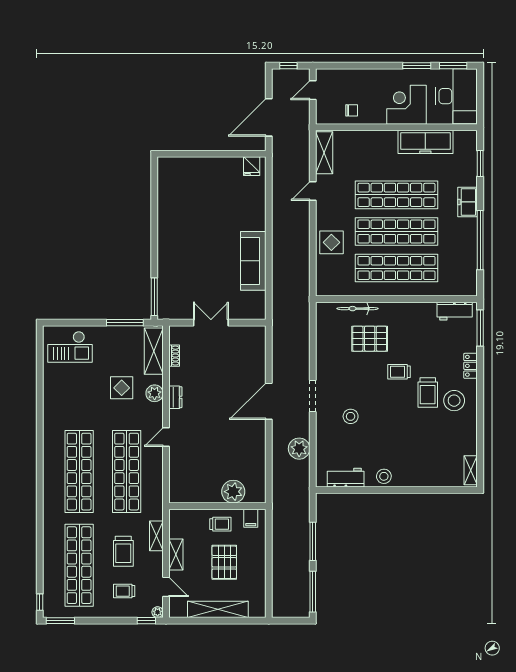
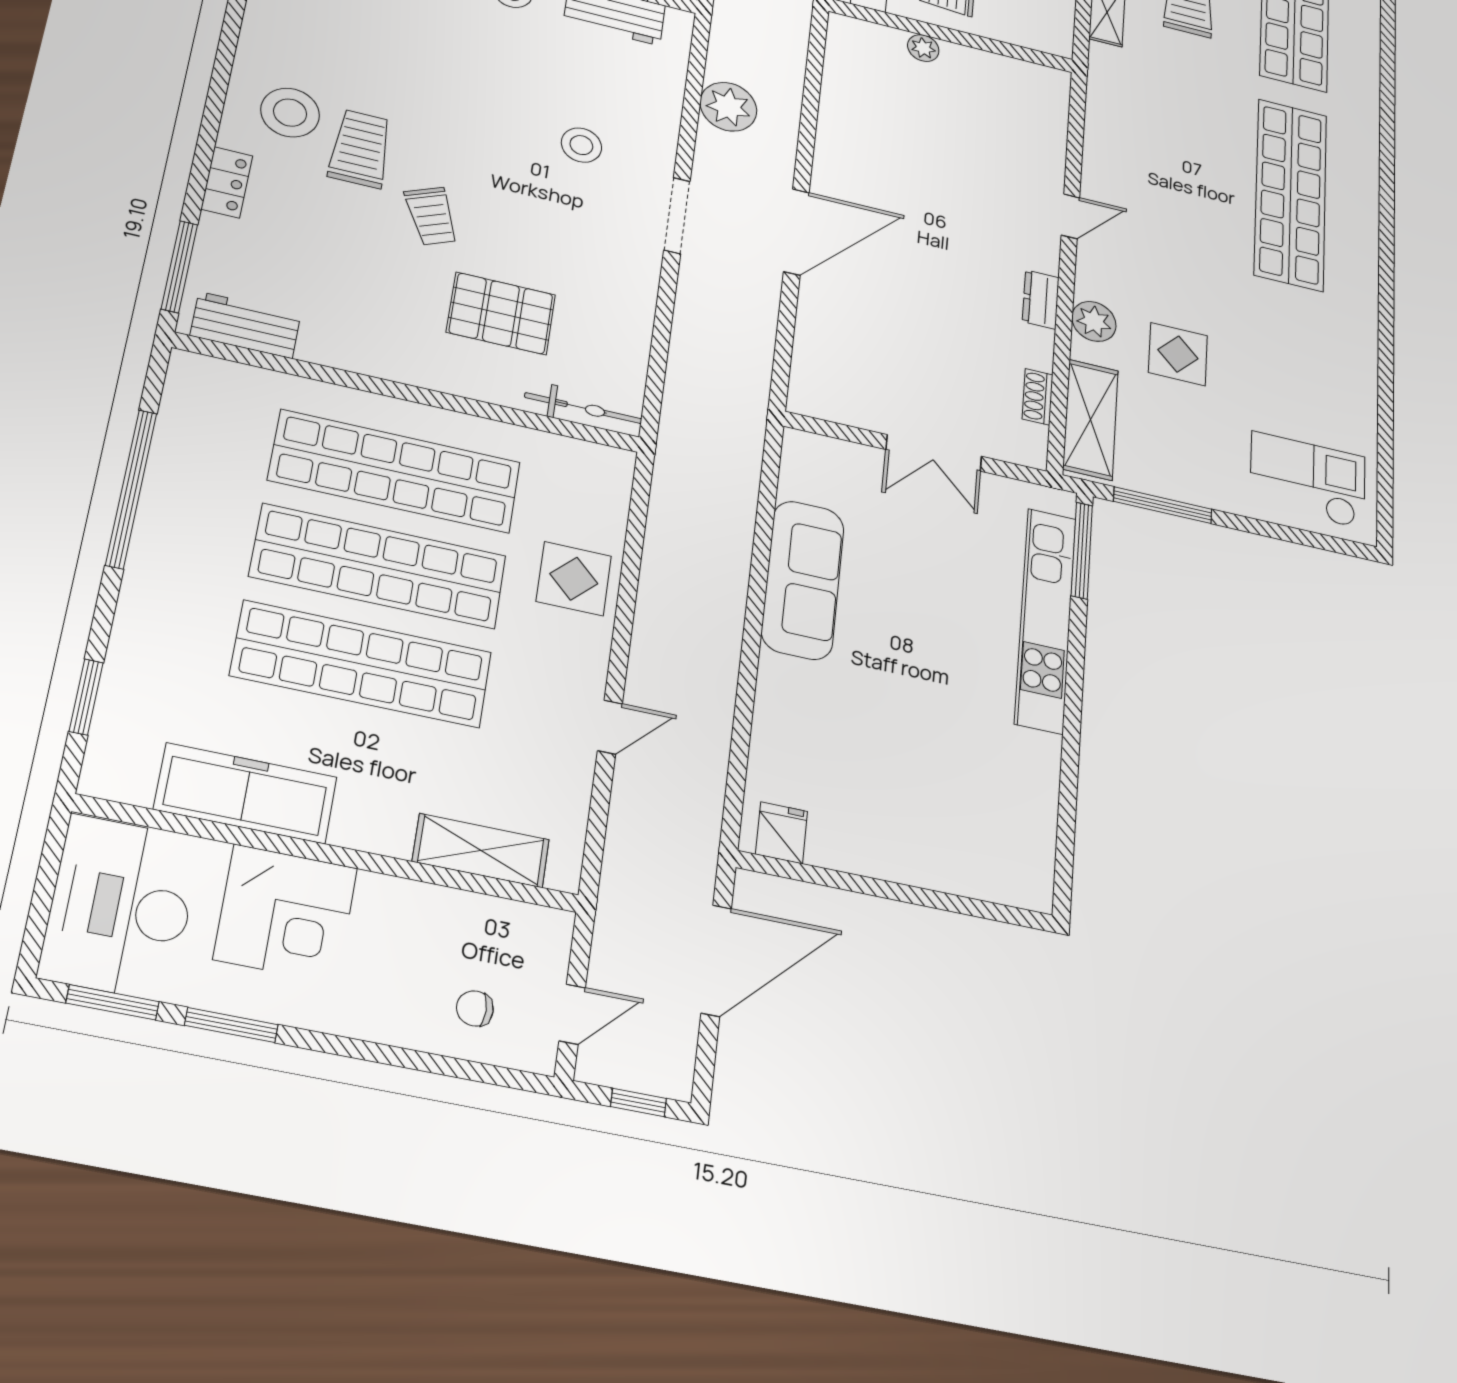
chair: (352, 110) -> (475, 1008), moved
shelving: (324, 153) -> (481, 851), moved, turned 90
freezer: (468, 202) -> (148, 599), removed
kitchen unit: (166, 266) -> (1045, 620), added
bicycle: (358, 309) -> (583, 408), moved
trolley: (399, 372) -> (432, 216), turned 67
shop shelf: (127, 472) -> (1173, 165), removed
plant: (233, 492) -> (923, 48), width x0.53, depth x0.53

